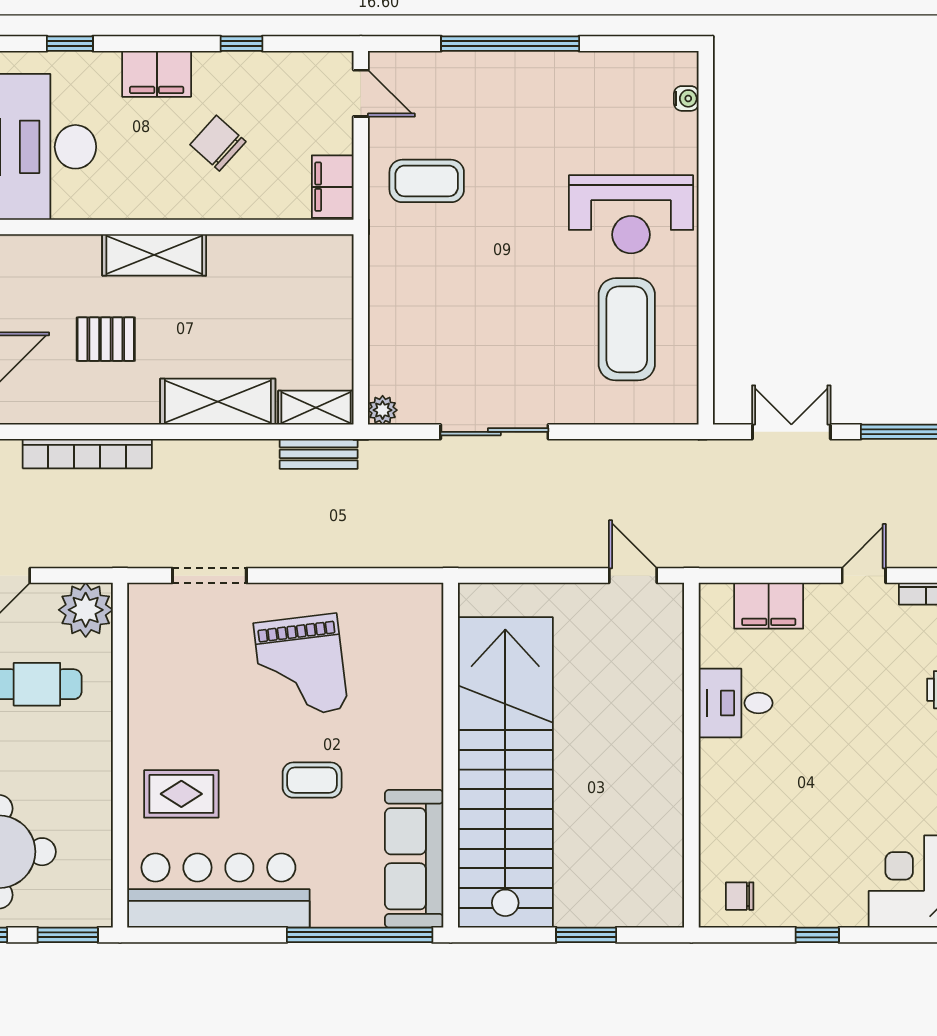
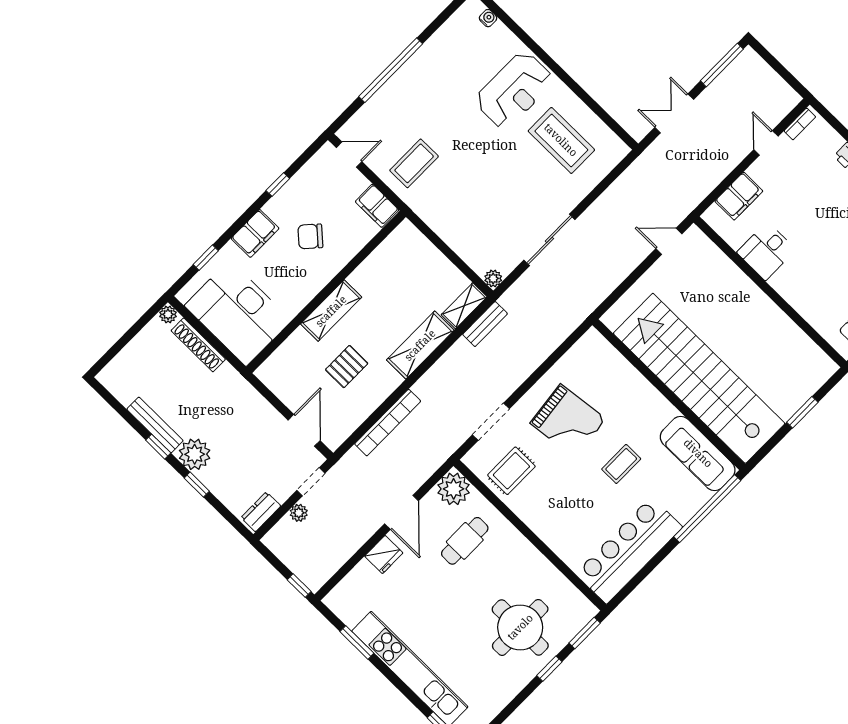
rug: (181, 794) -> (511, 471), moved

